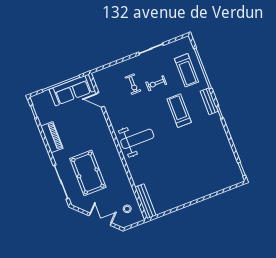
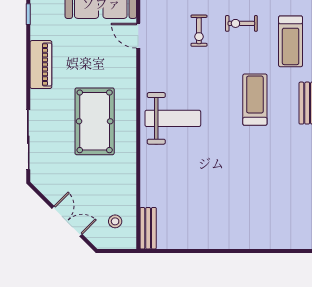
exercise bike: (156, 83) -> (241, 23), moved
pool table: (88, 173) -> (95, 121), moved
bench: (145, 201) -> (148, 228), width x0.73

